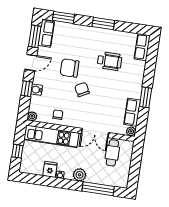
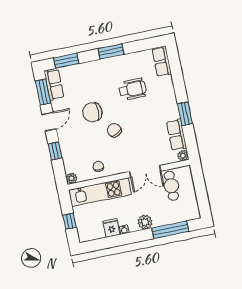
water cooler: (37, 90) -> (66, 148), removed

